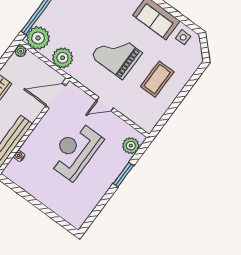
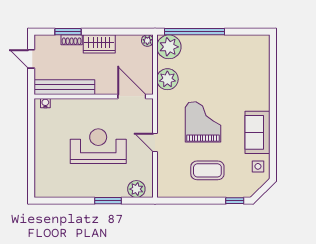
window: (197, 75) -> (235, 201), added
water cooler: (19, 156) -> (45, 103), moved

